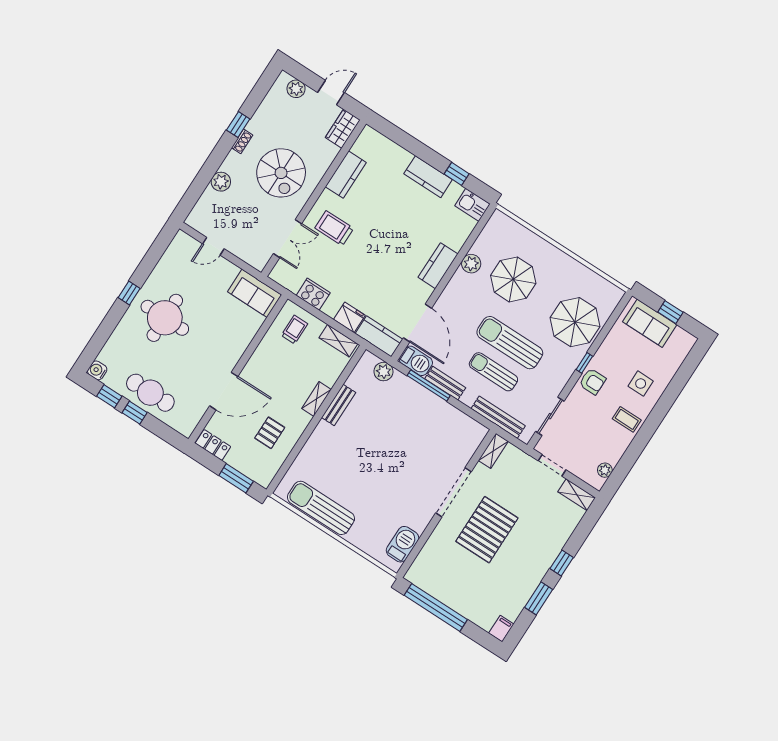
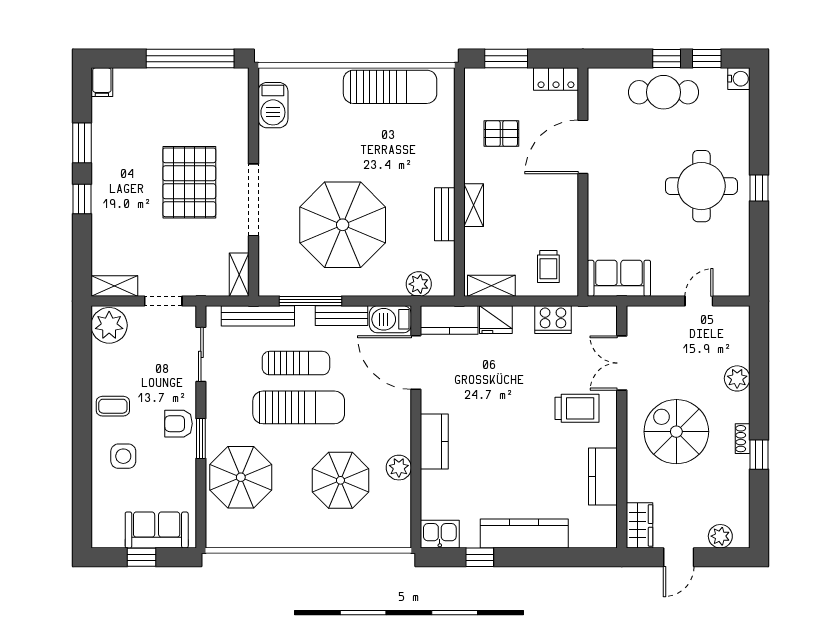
kitchen counter: (428, 177) -> (524, 534), width x1.50
window: (584, 363) -> (201, 438), width x1.50
window: (429, 385) -> (311, 301), moved
pallet: (270, 433) -> (501, 134), turned 90
parasol: (407, 440) -> (343, 225), added
plant: (605, 470) -> (109, 325), width x1.88, depth x1.88

